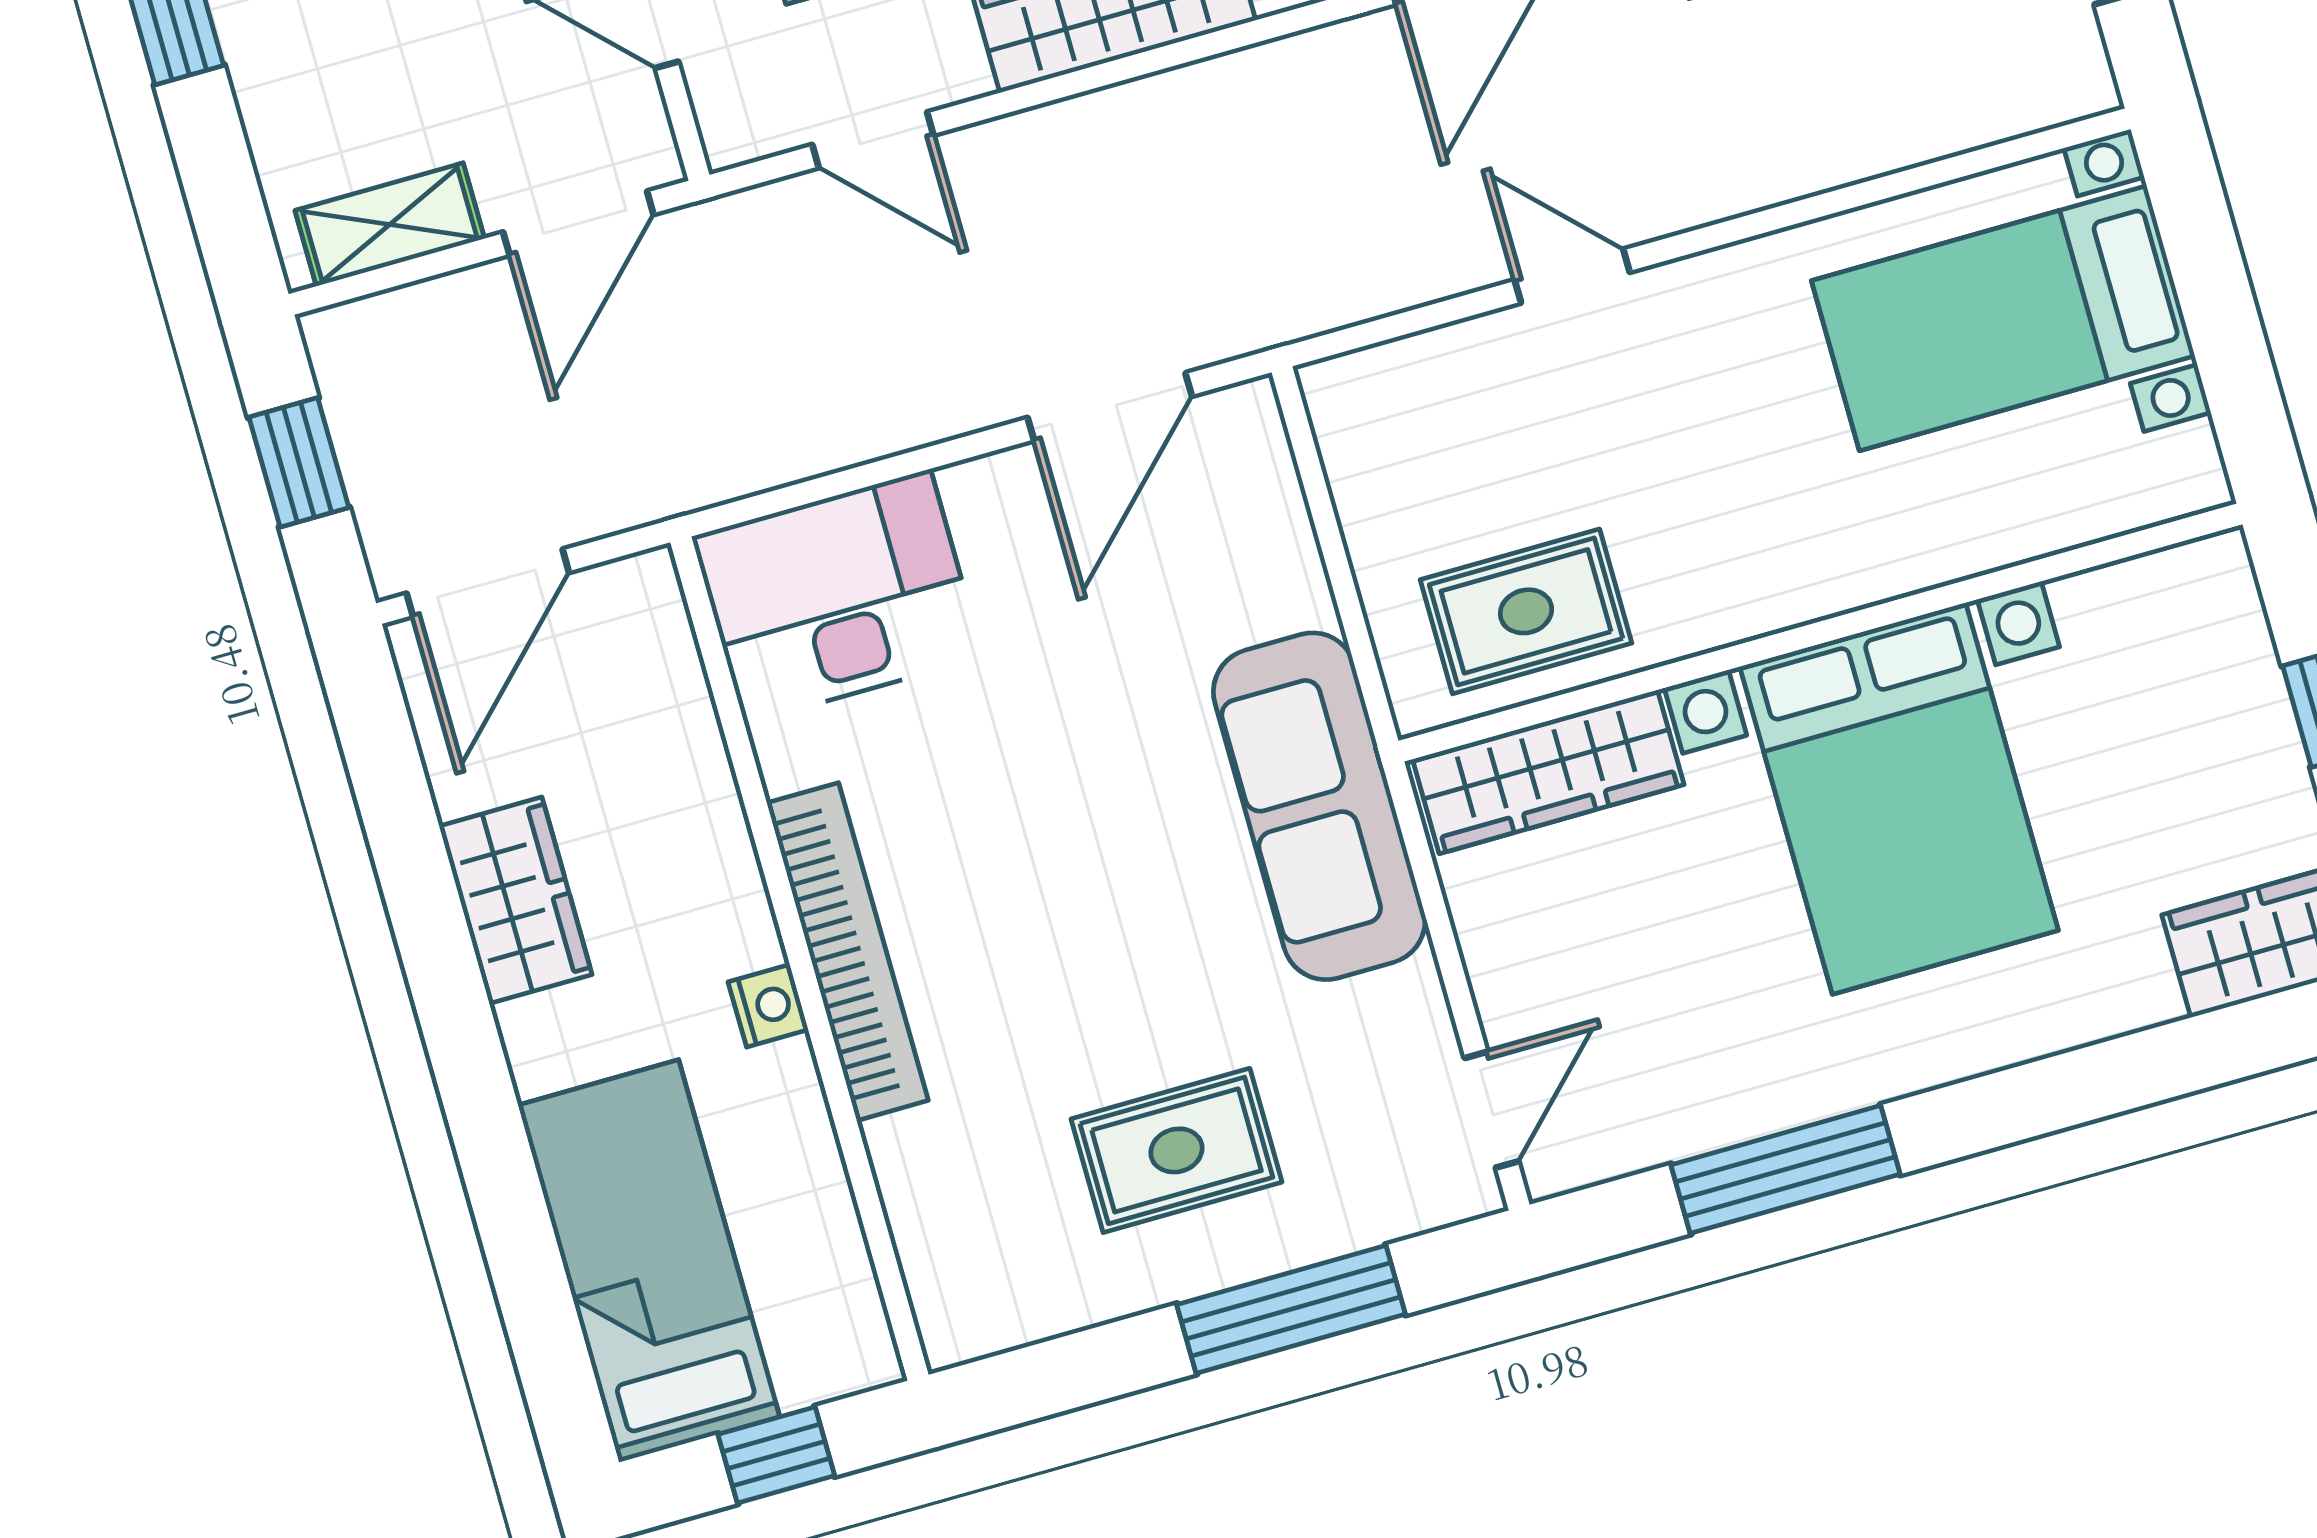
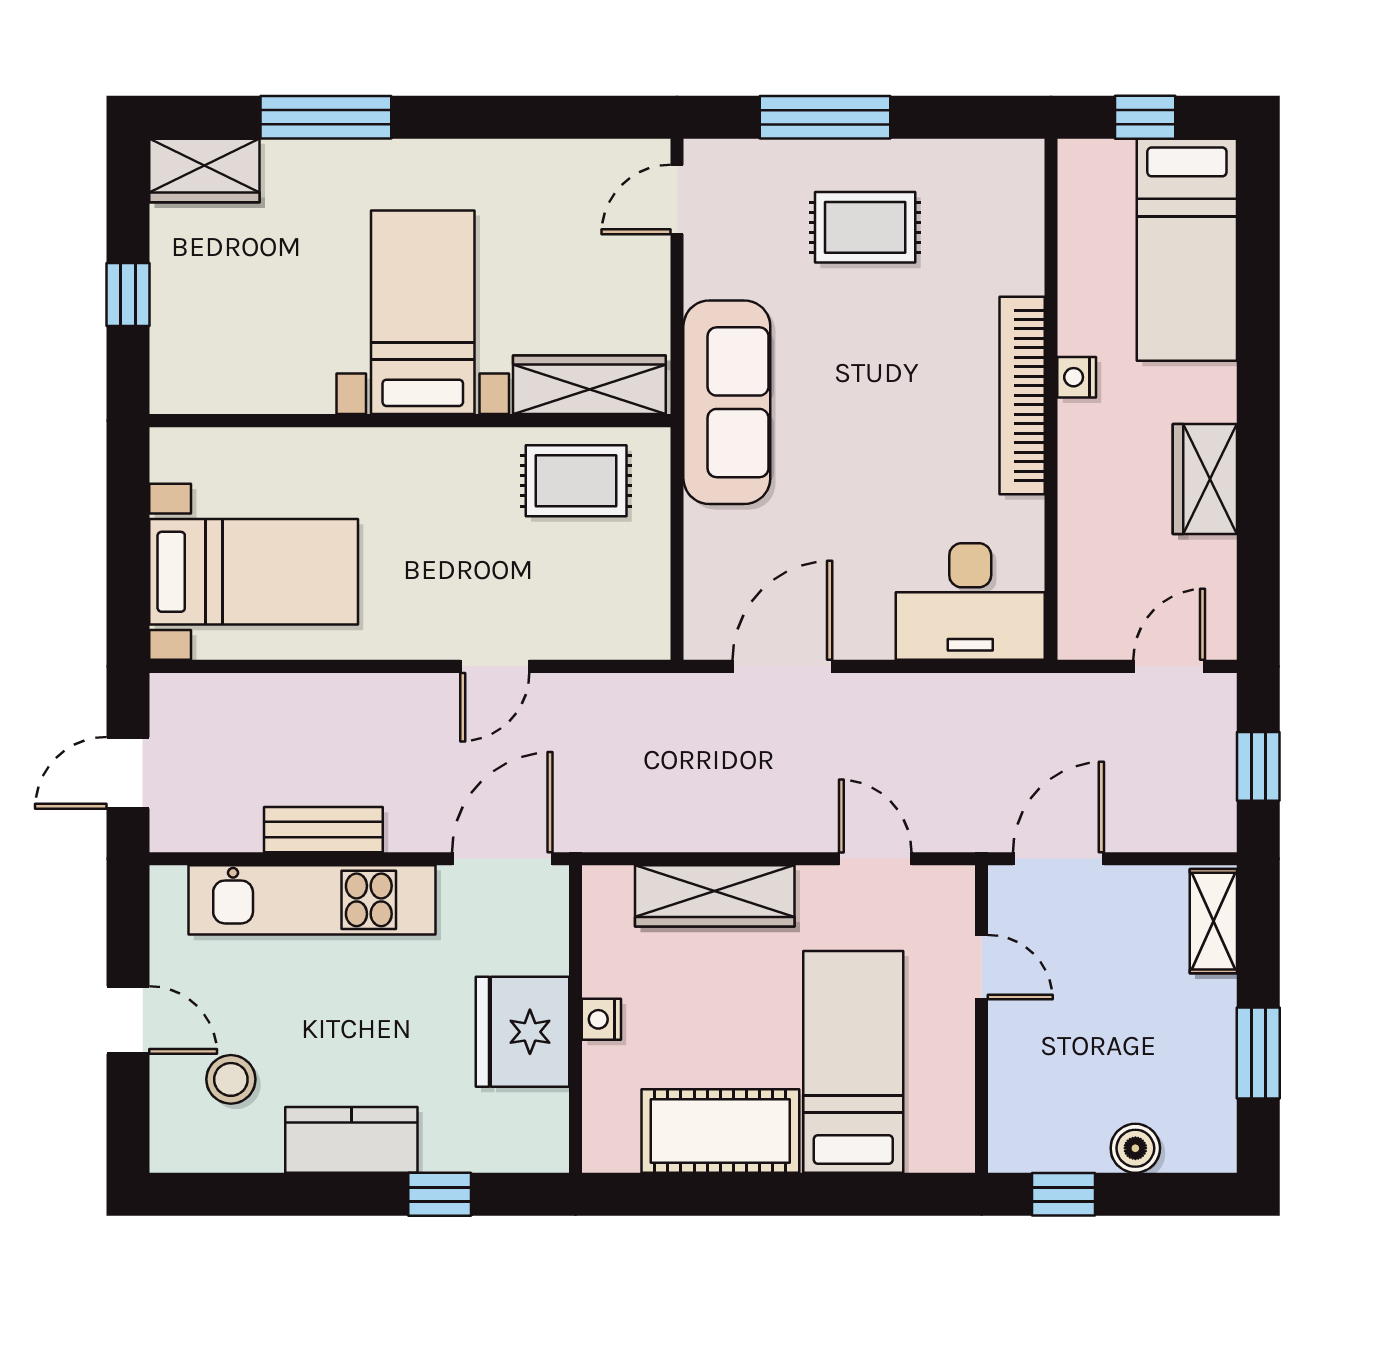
shelving: (390, 225) -> (1213, 921), moved, turned 90
door: (1572, 276) -> (495, 666), hinge flipped
door: (488, 583) -> (1169, 666), width x0.73
bed with nightstands: (1899, 798) -> (423, 312), width x0.73
window: (1785, 1169) -> (326, 117), moved

